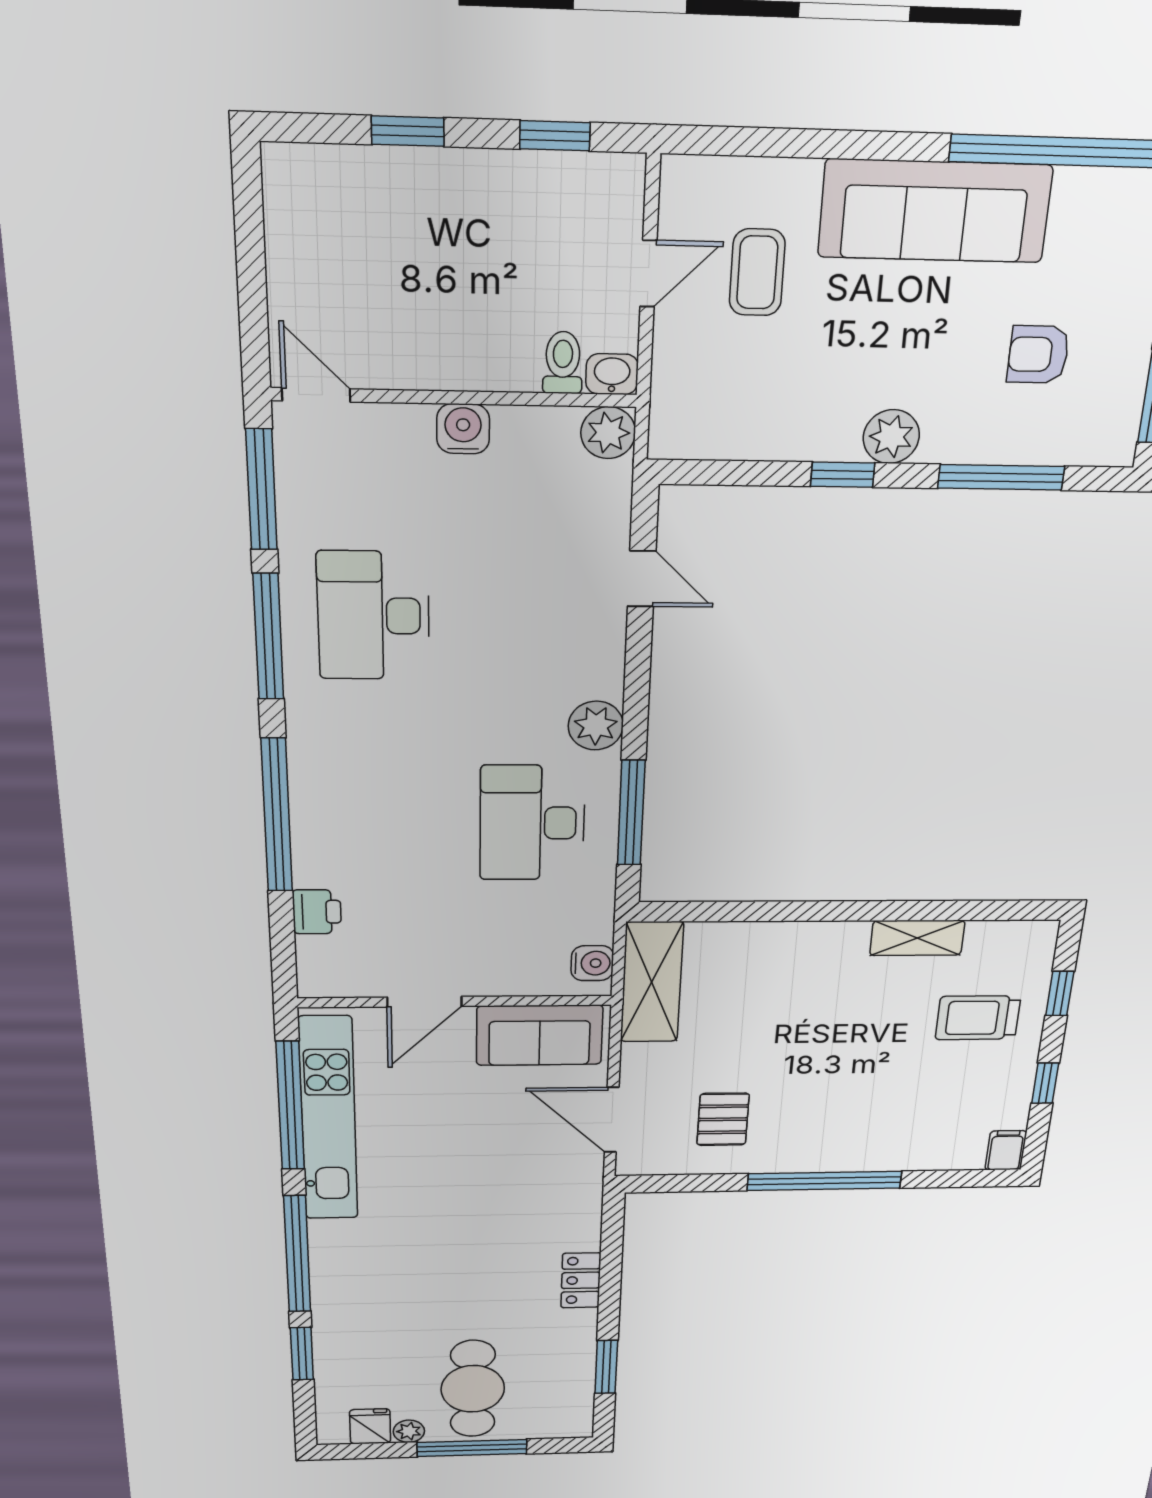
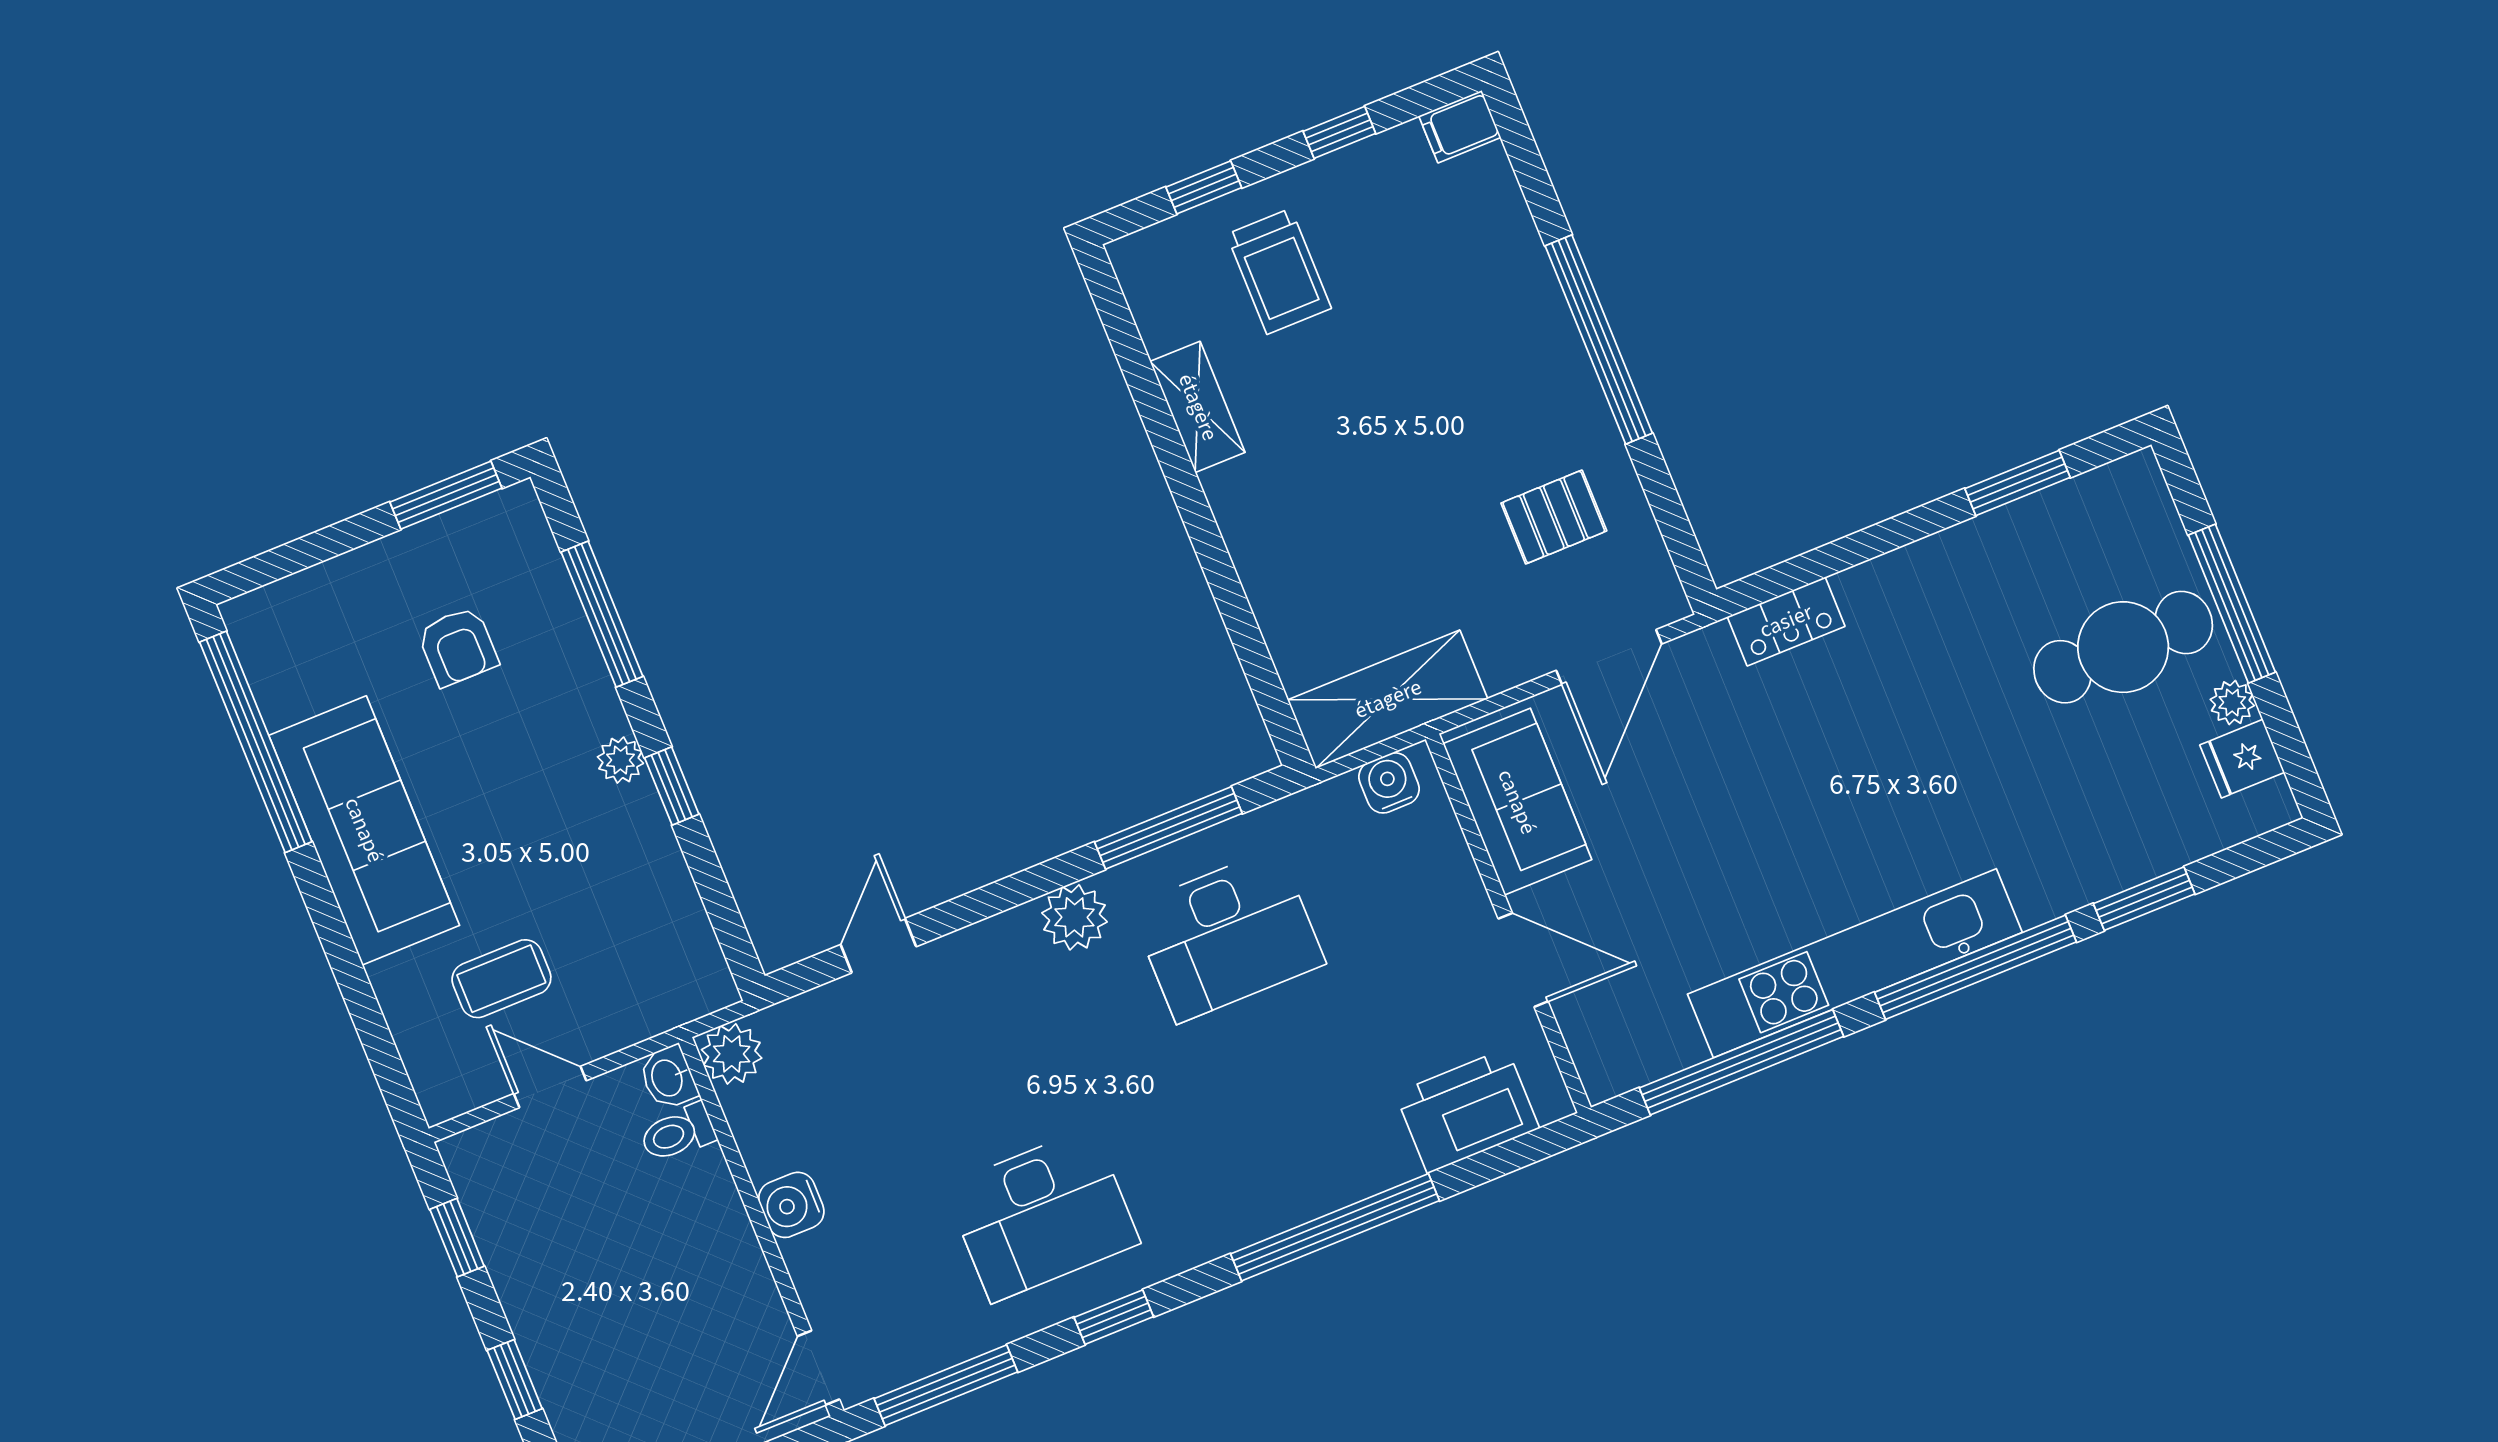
plant: (891, 437) -> (620, 760), width x0.73, depth x0.73
window: (268, 637) -> (1114, 1317), width x0.46
printer: (317, 912) -> (1467, 1111), width x1.87, depth x1.48
kitchen unit: (328, 1119) -> (1855, 963), moved
locker: (581, 1280) -> (1786, 621), moved

